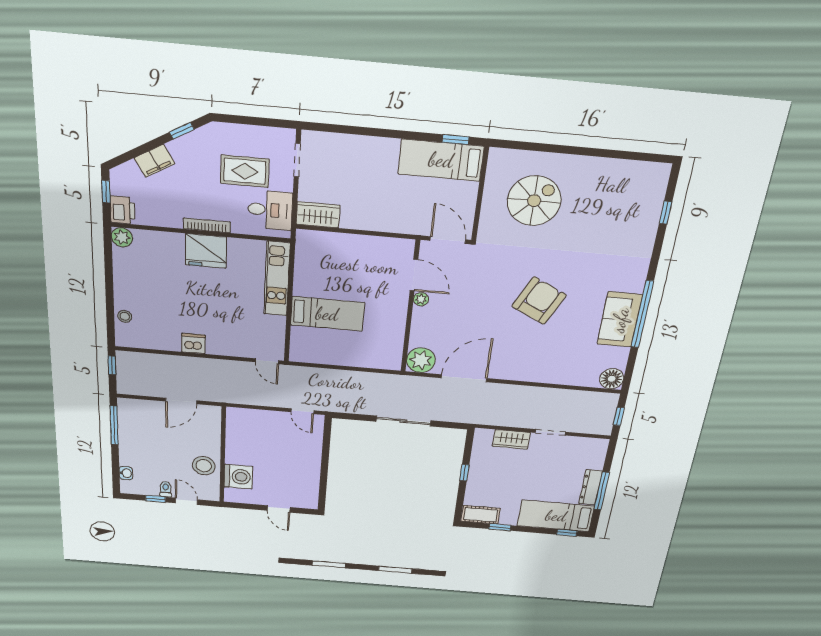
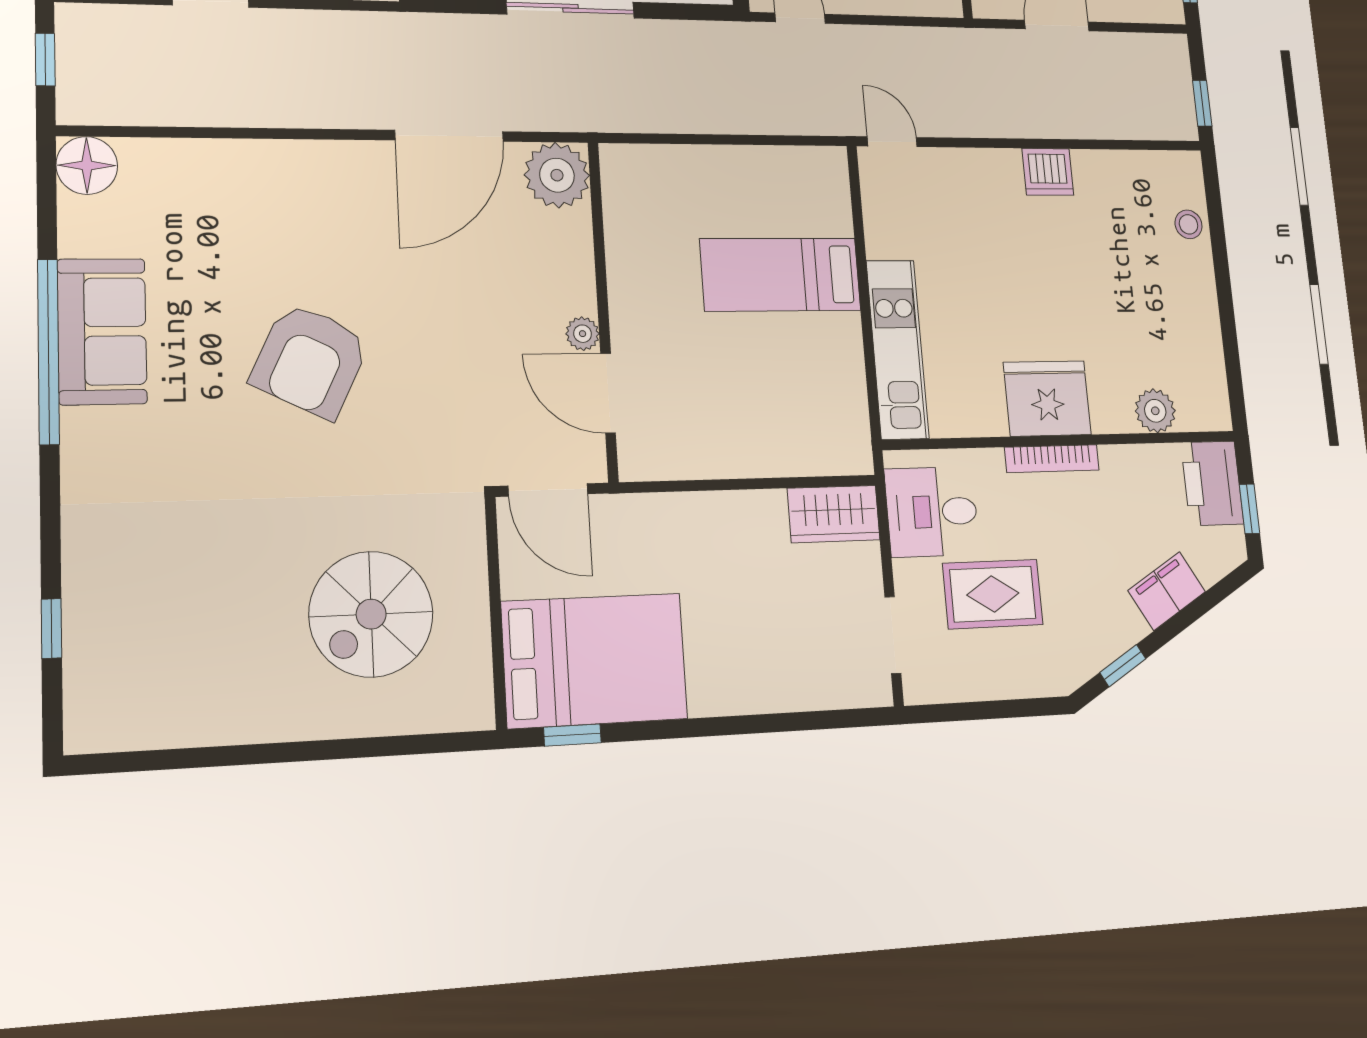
bed: (441, 160) -> (595, 660), width x1.50
printer: (123, 210) -> (1212, 483), width x1.37, depth x1.19
plant: (122, 237) -> (1155, 411), moved

